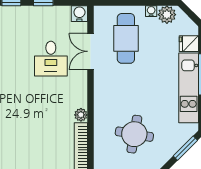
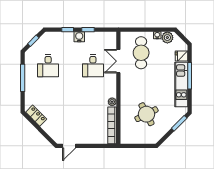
water cooler: (79, 14) -> (79, 37), moved
round table: (134, 134) -> (146, 114), turned -37

